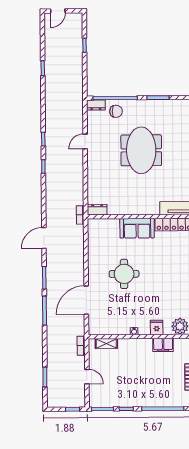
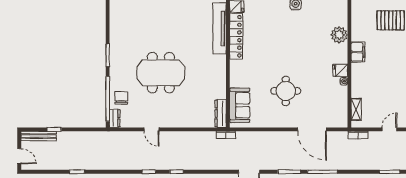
bench: (78, 30) -> (39, 136), added
dresser: (97, 210) -> (221, 113), width x1.44
sofa: (137, 228) -> (240, 105), moved
fridge: (157, 327) -> (340, 70), moved

